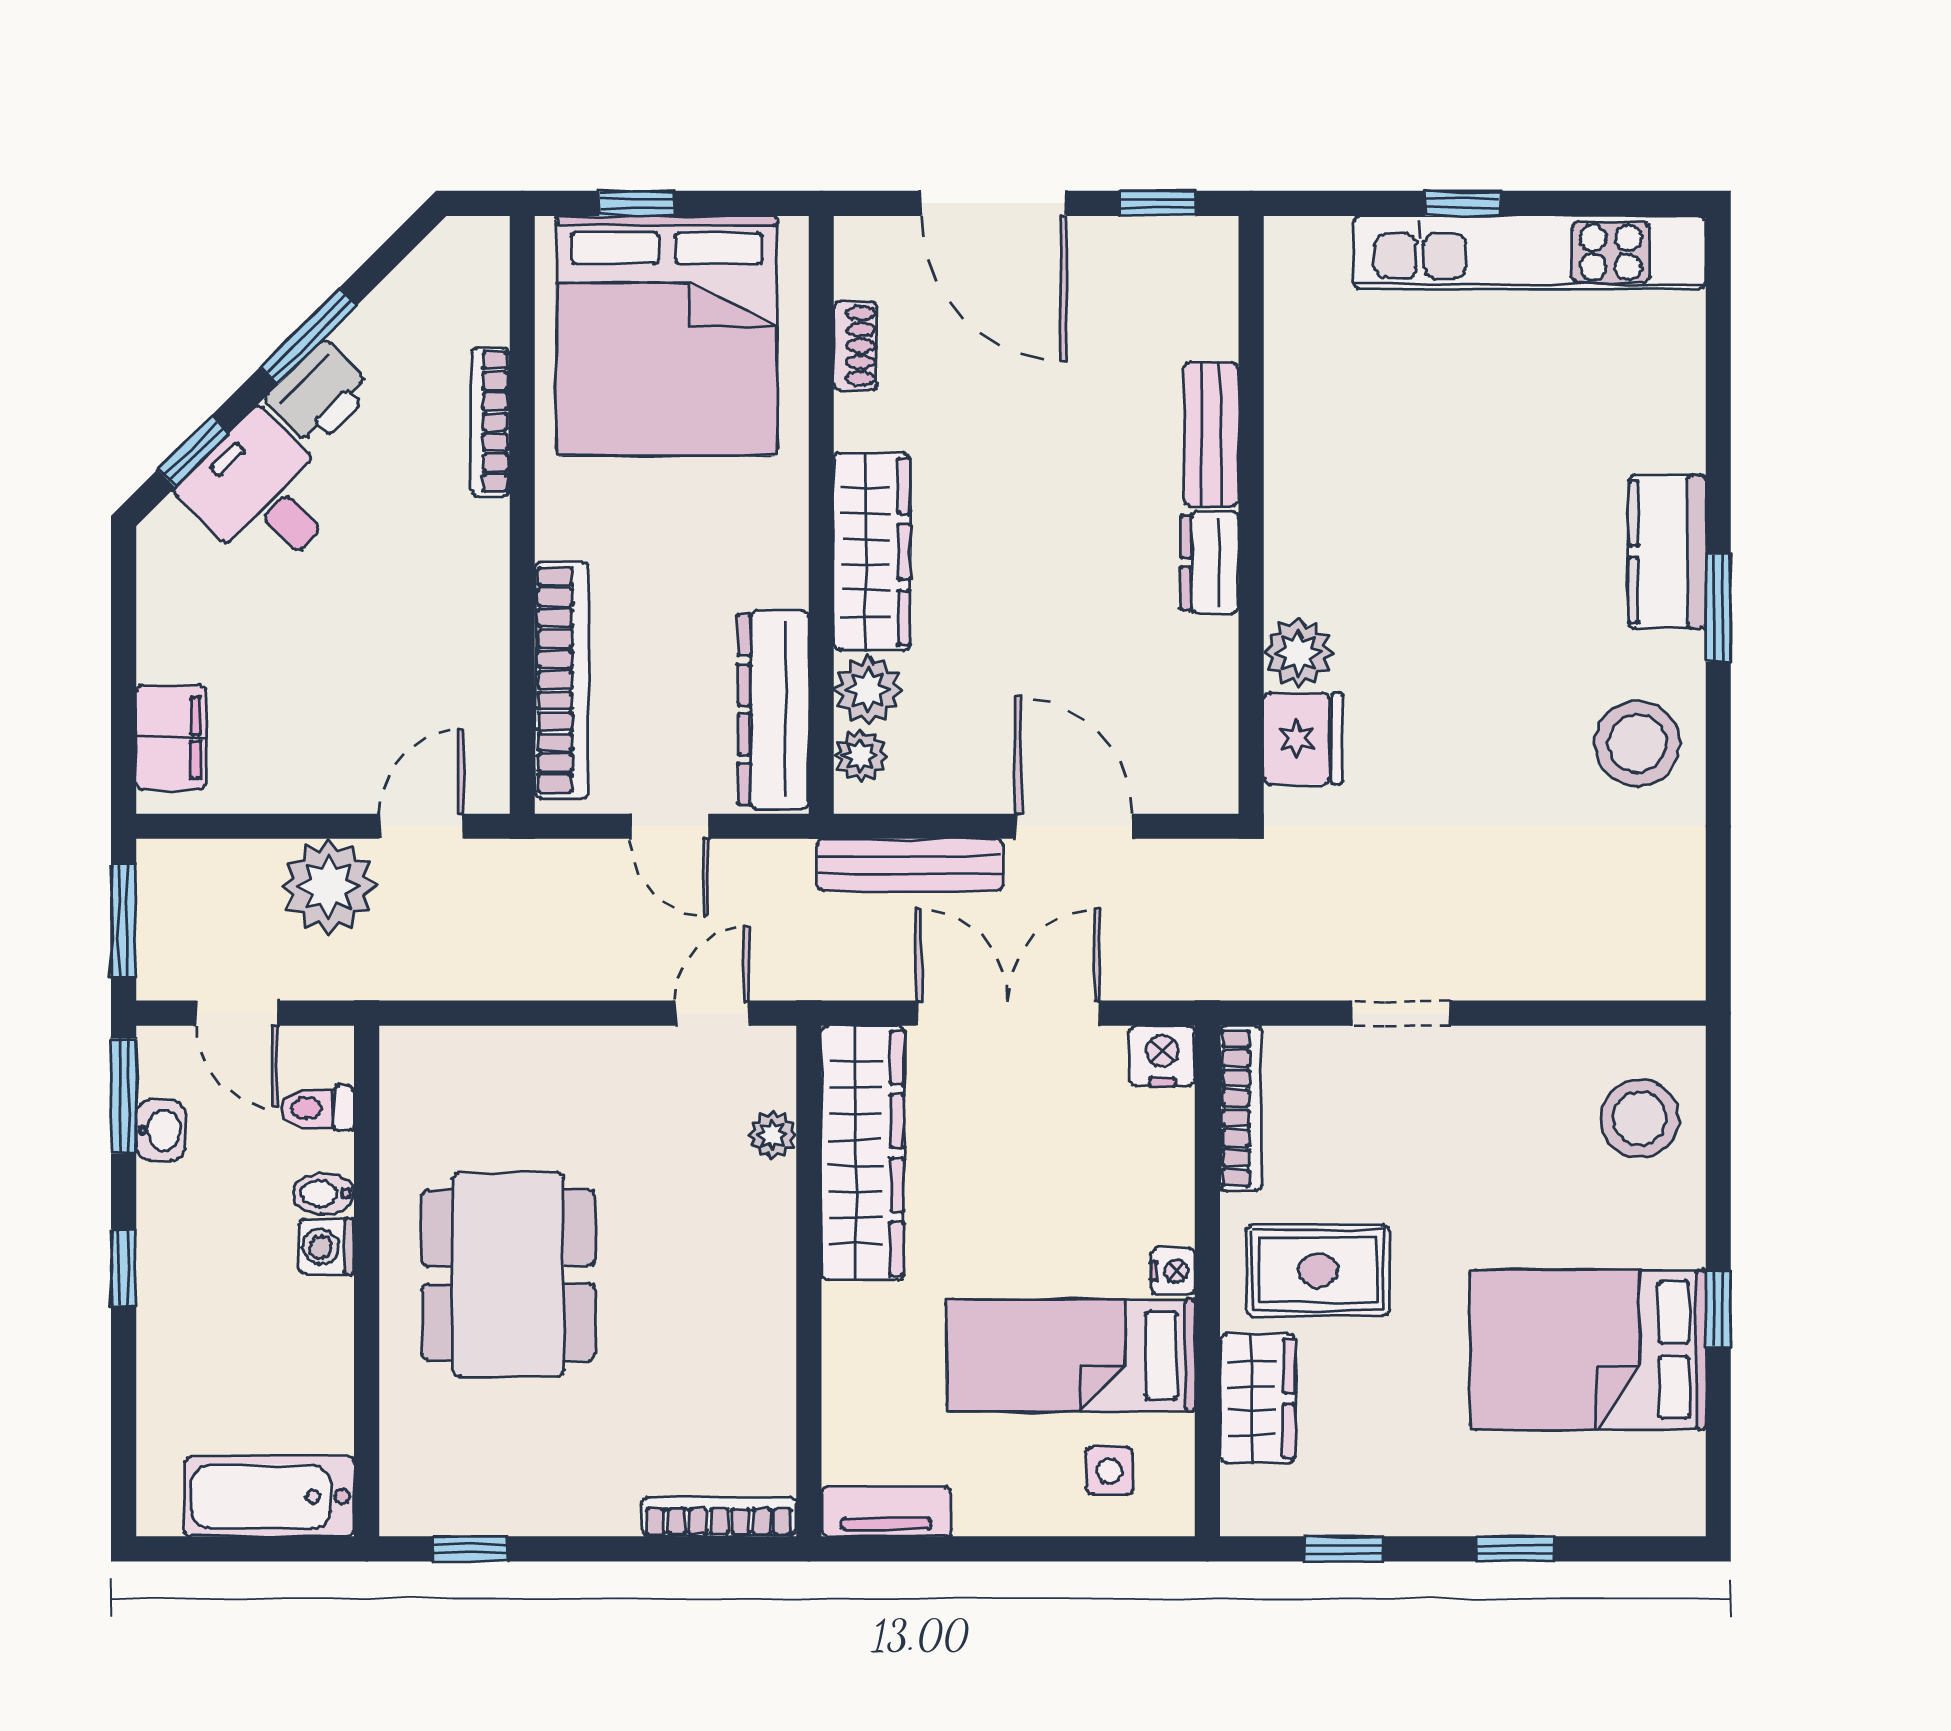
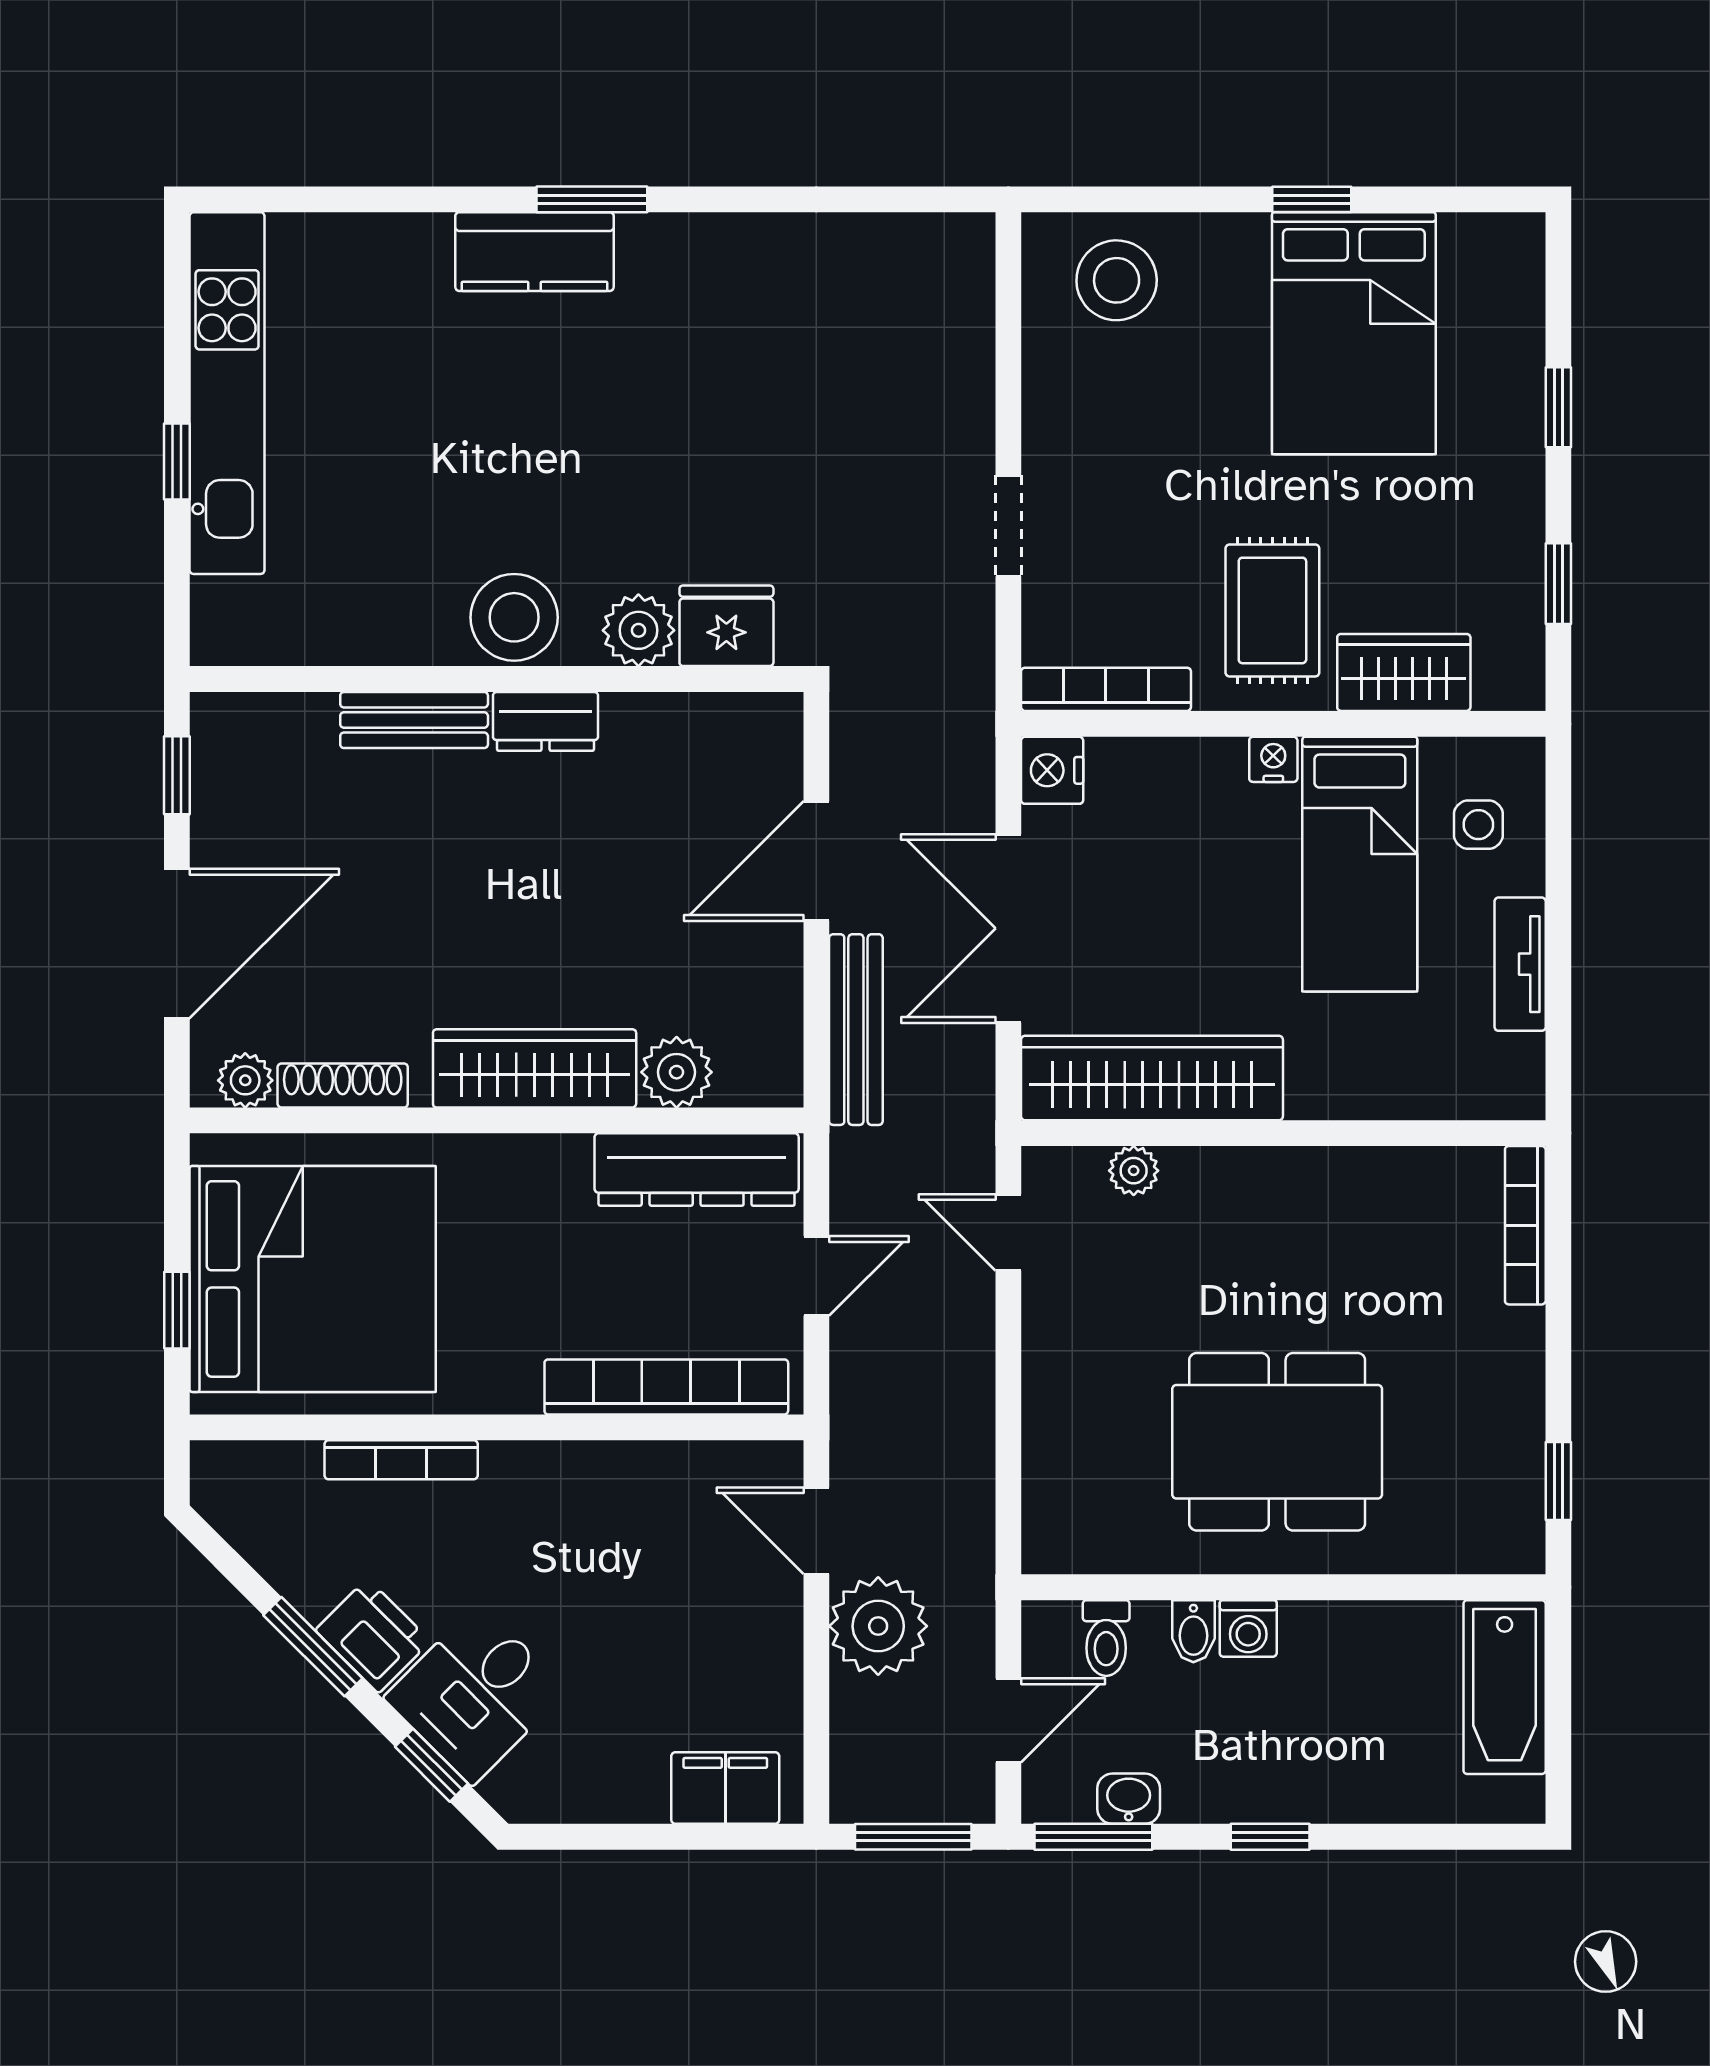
shoe rack: (855, 346) -> (343, 1085), width x1.43
stool: (1637, 743) -> (514, 617), moved
plant: (860, 756) -> (245, 1080), moved
tv unit: (886, 1512) -> (1520, 964), moved

